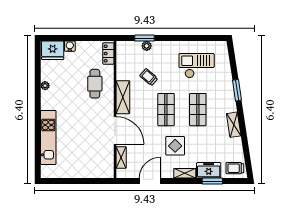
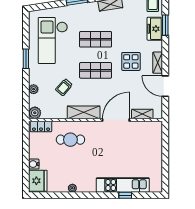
window: (145, 38) -> (26, 59), moved
plant: (122, 47) -> (35, 113), added
checkout: (197, 66) -> (53, 41), width x1.36, depth x1.21
window: (38, 140) -> (125, 195), added
shelving: (185, 173) -> (158, 63), moved

